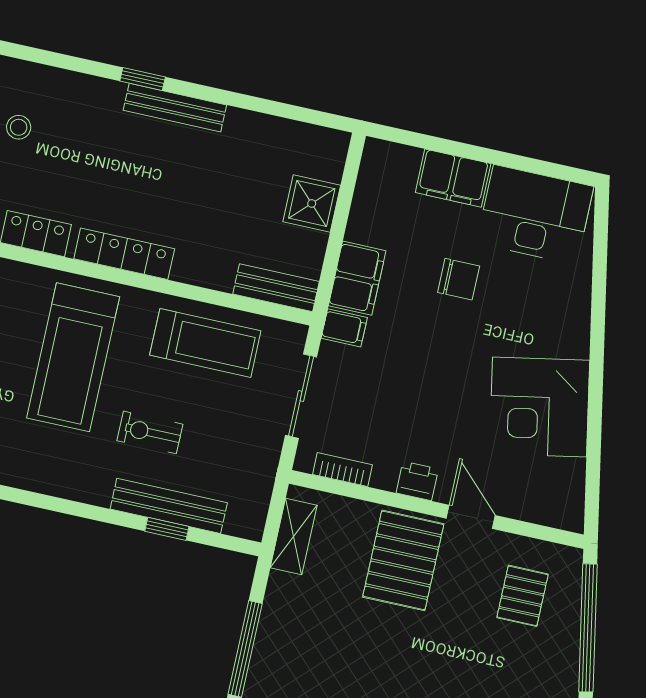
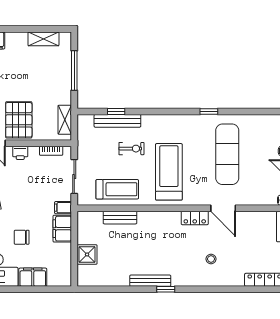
locker: (124, 254) -> (158, 218), removed
bench: (276, 288) -> (120, 218), moved
treadmill: (205, 343) -> (117, 189), turned 180

